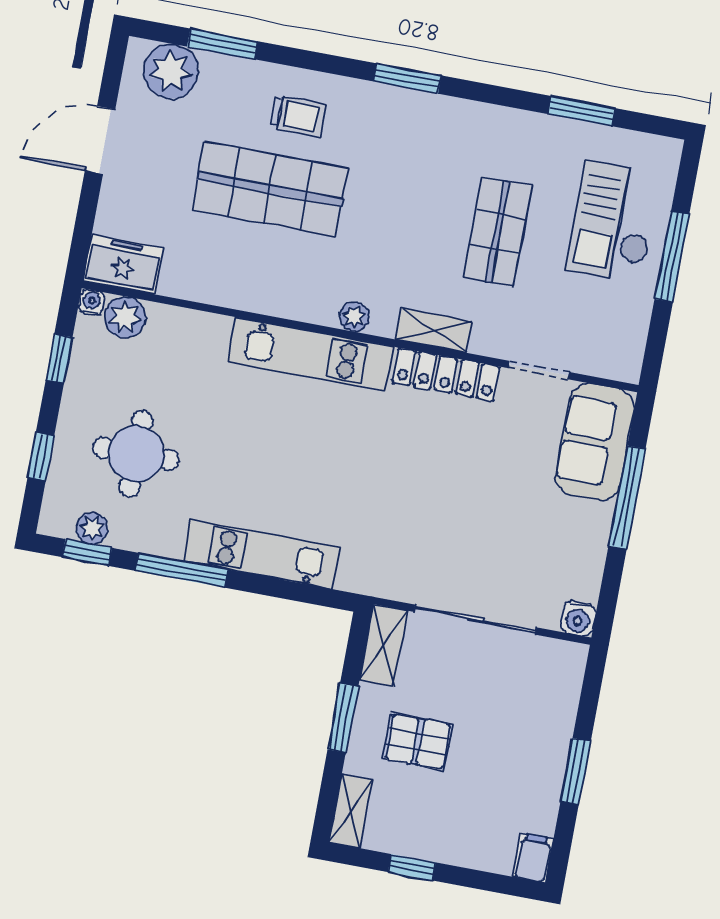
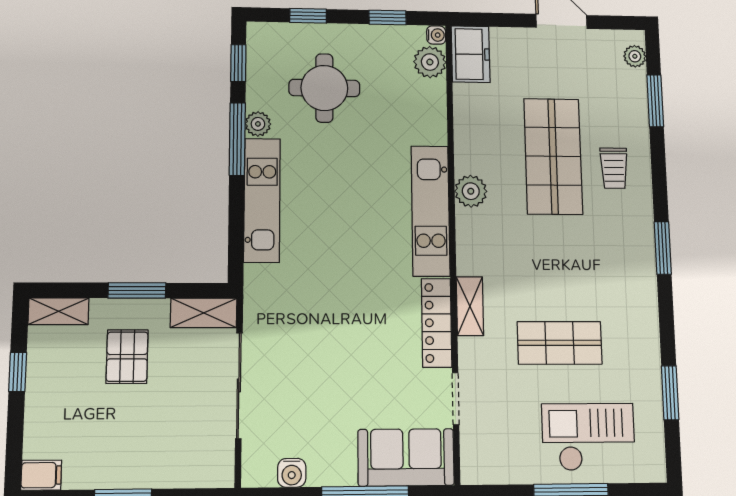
plant: (171, 71) -> (635, 56), width x0.53, depth x0.53
plant: (354, 317) -> (471, 191), moved, width x1.38, depth x1.38
plant: (92, 528) -> (258, 124), moved
water cooler: (578, 618) -> (292, 473), moved, turned -90

